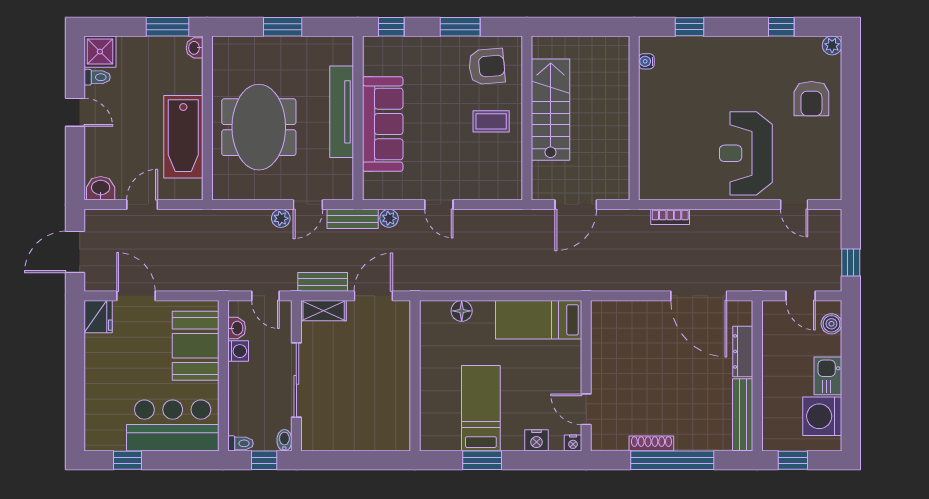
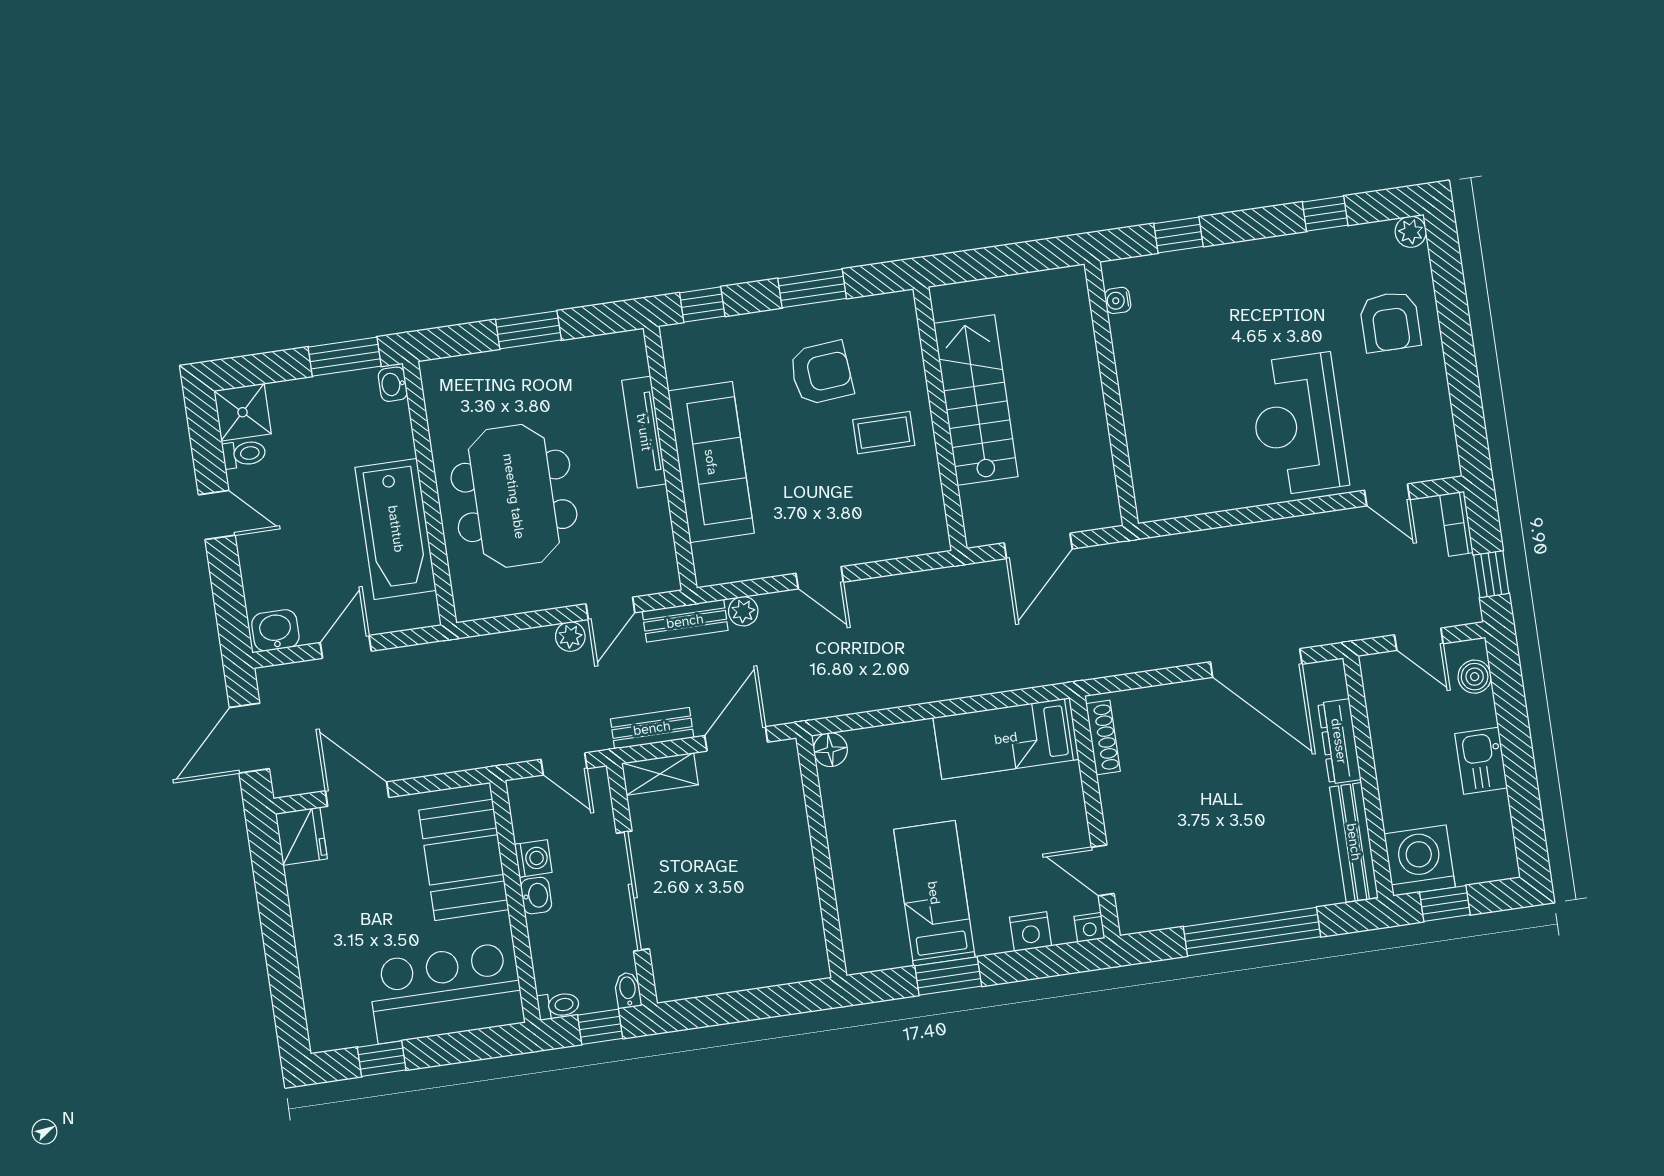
armchair: (487, 66) -> (821, 373), moved
tv unit: (342, 112) -> (644, 432), width x0.73, depth x0.78
bookcase: (670, 217) -> (1456, 524), moved, turned 90
floor lamp: (462, 311) -> (830, 750), moved
washbasin: (237, 328) -> (536, 896), moved
washing machine: (822, 416) -> (1420, 861), moved, turned 90
shoe rack: (651, 444) -> (1103, 738), moved, turned 90

